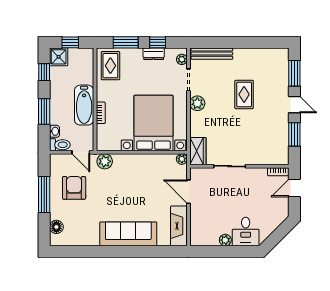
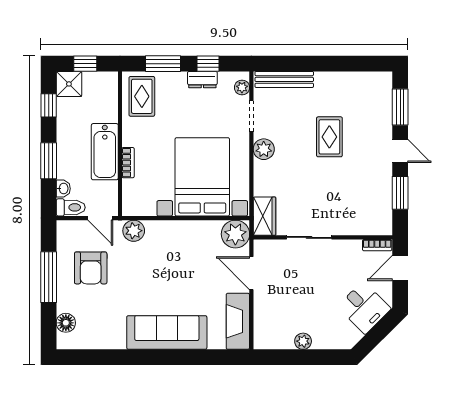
plant: (182, 159) -> (235, 234), width x1.87, depth x1.87
armchair: (74, 188) -> (91, 268), turned 180
desk: (246, 232) -> (364, 308), moved, turned -45

